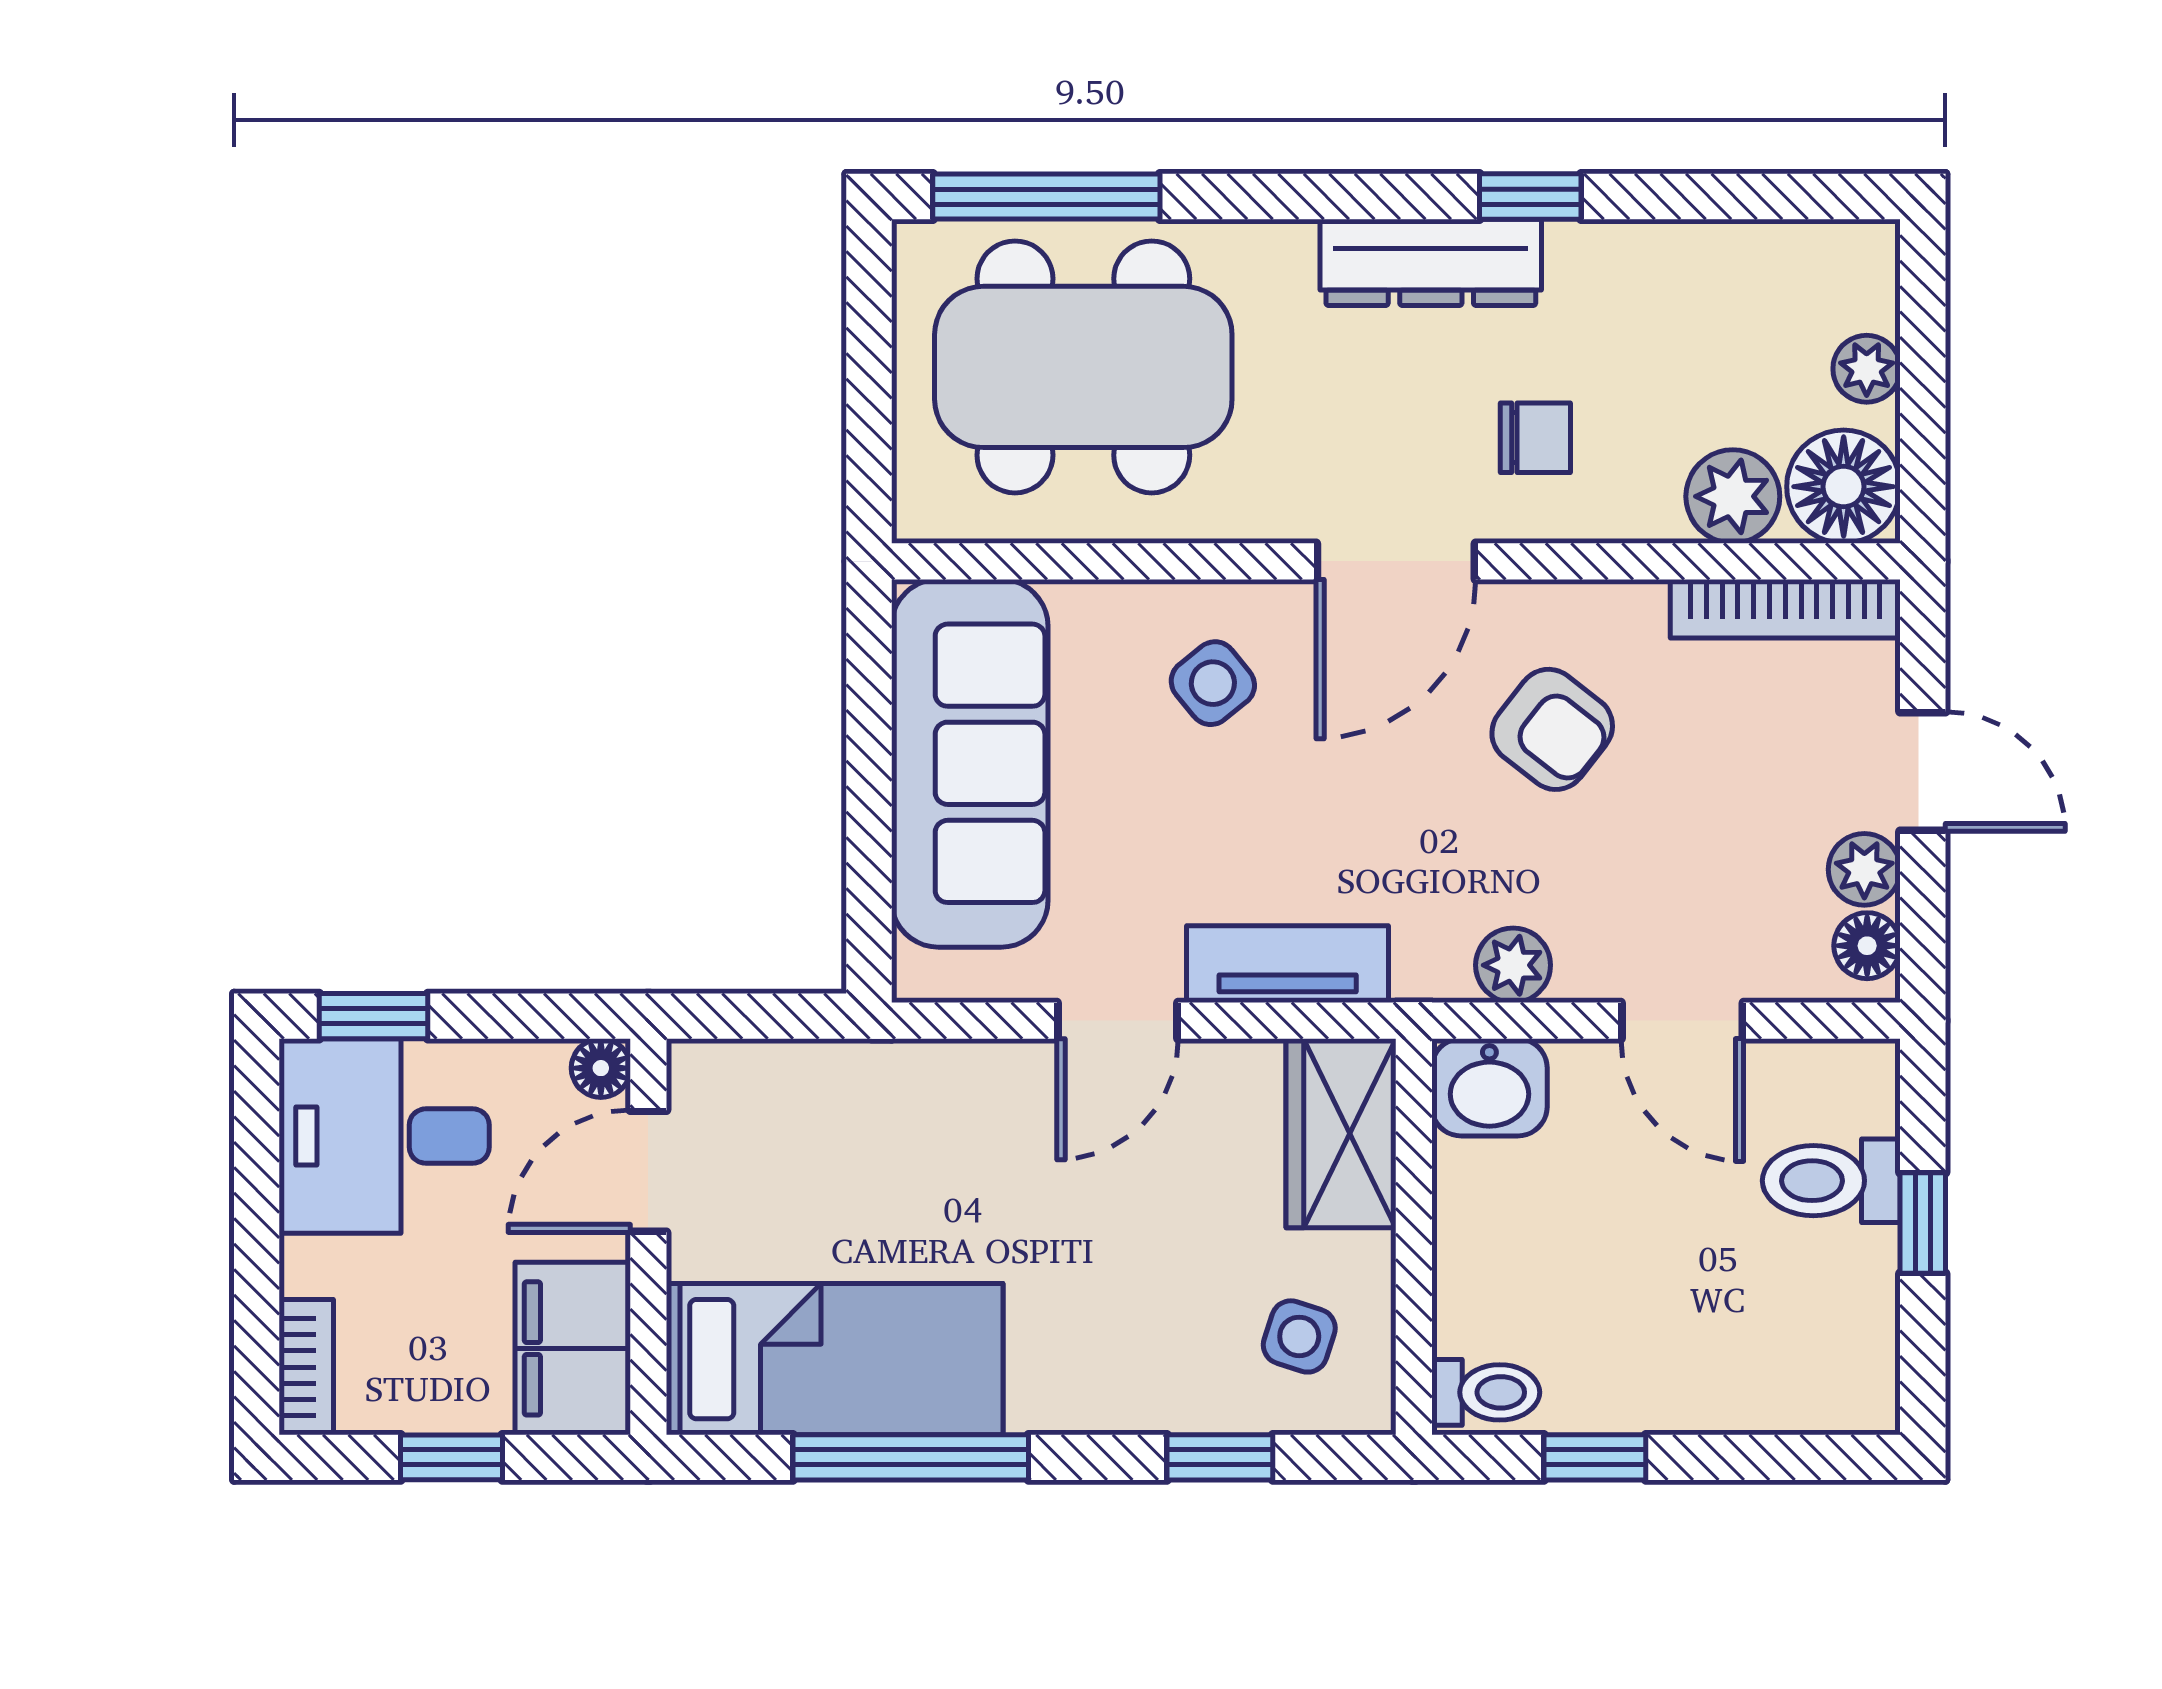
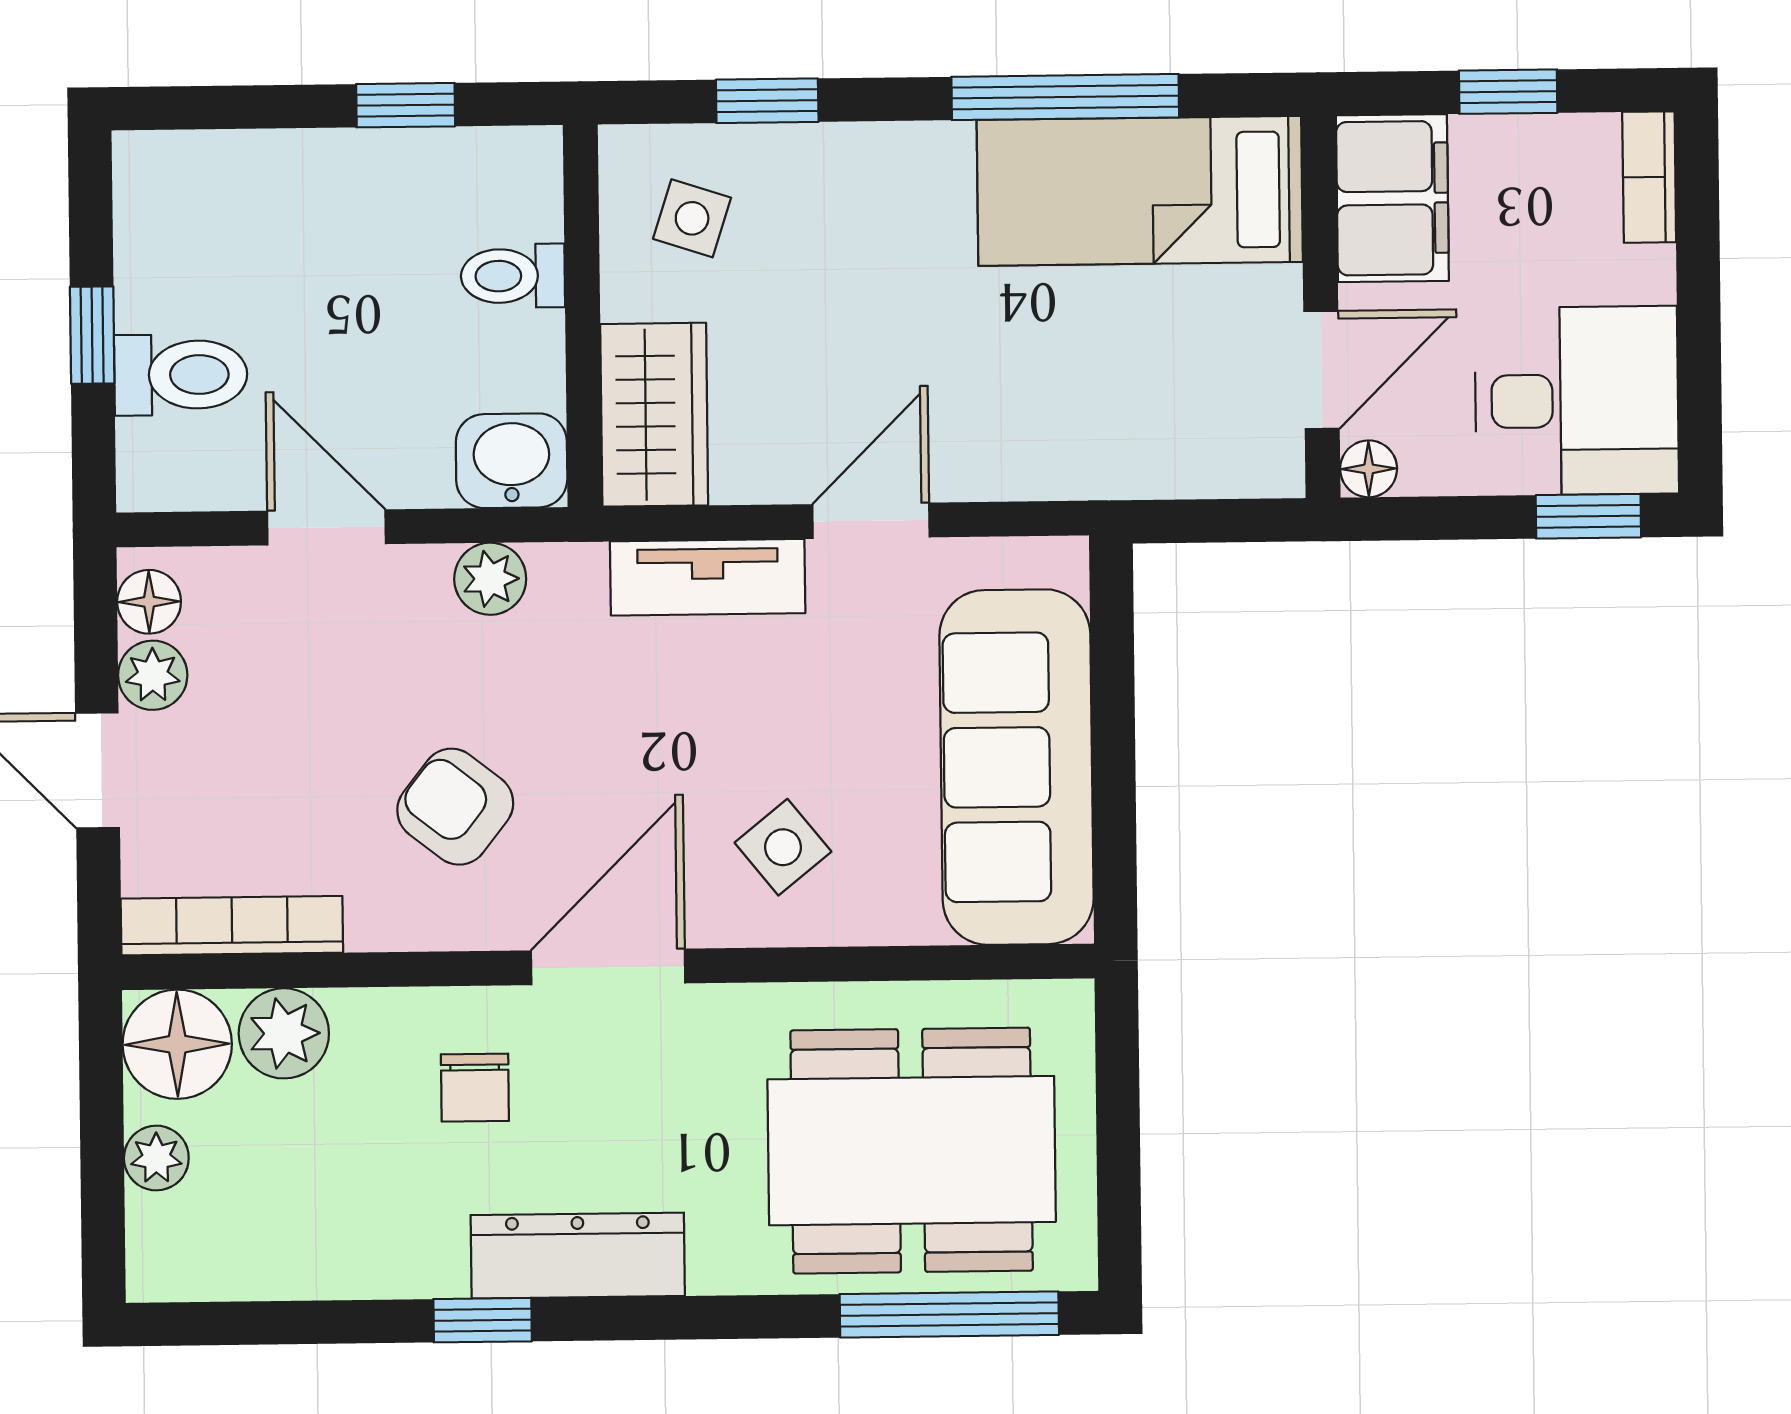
chair: (1535, 438) -> (475, 1088), turned -90
toilet: (1486, 1392) -> (513, 276), moved

